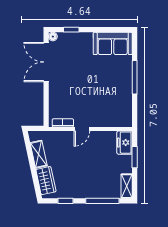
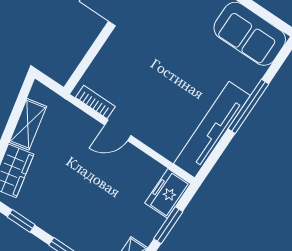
tv unit: (125, 99) -> (212, 130), added

